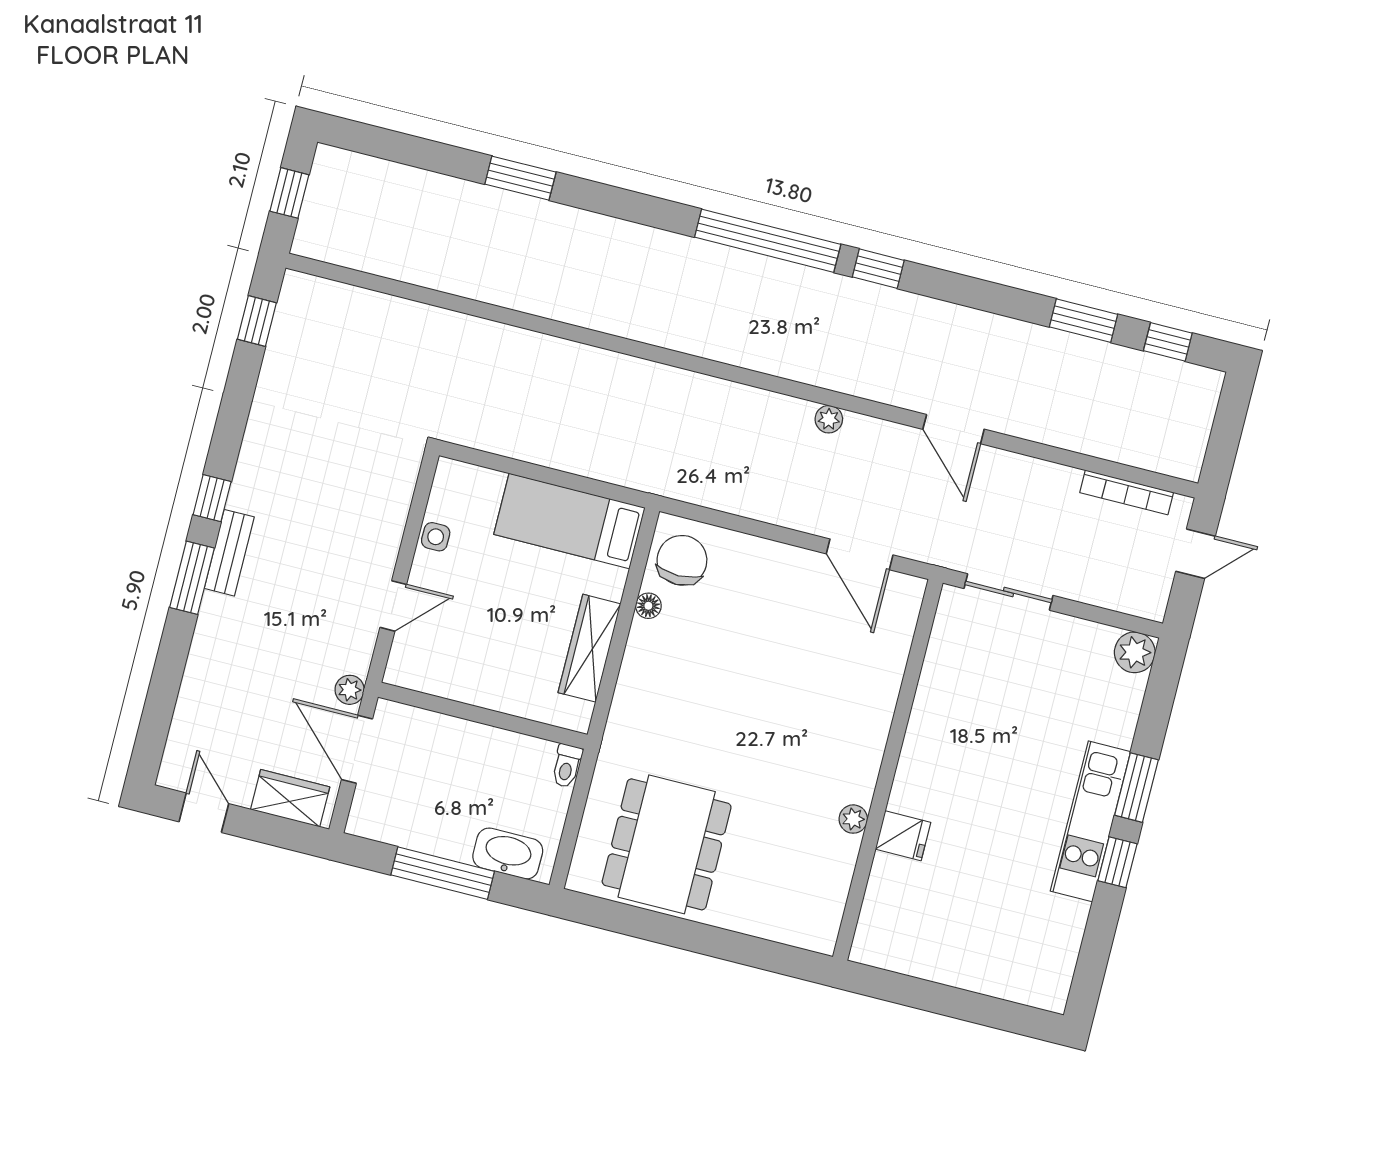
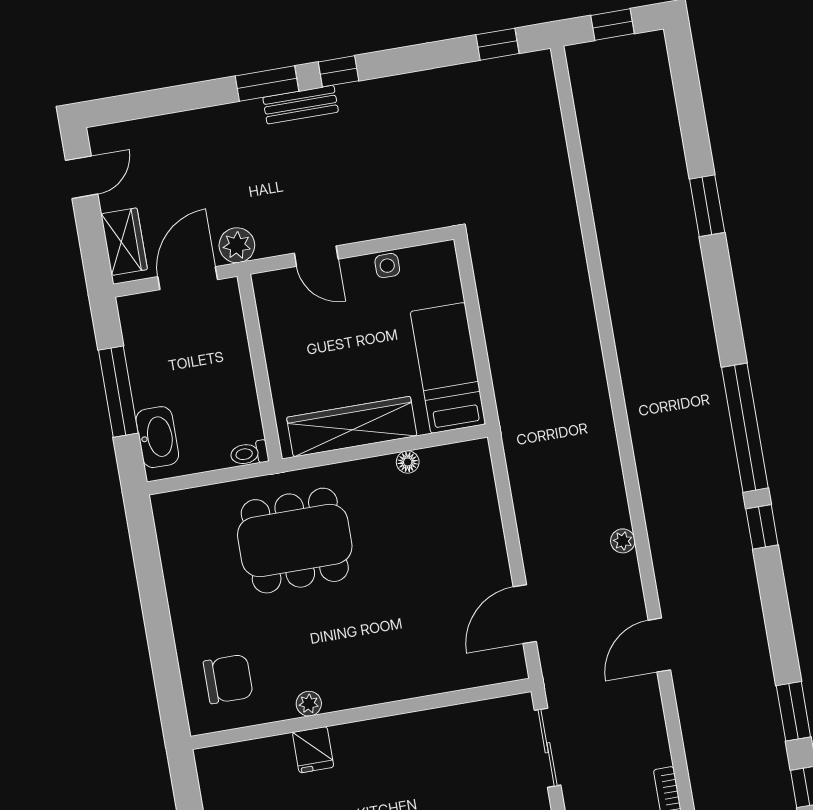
chair: (682, 560) -> (228, 679), moved
wardrobe: (589, 648) -> (352, 427), width x1.40, depth x1.17
plant: (350, 690) -> (237, 245), width x1.38, depth x1.38
dining table: (667, 844) -> (295, 541), moved

